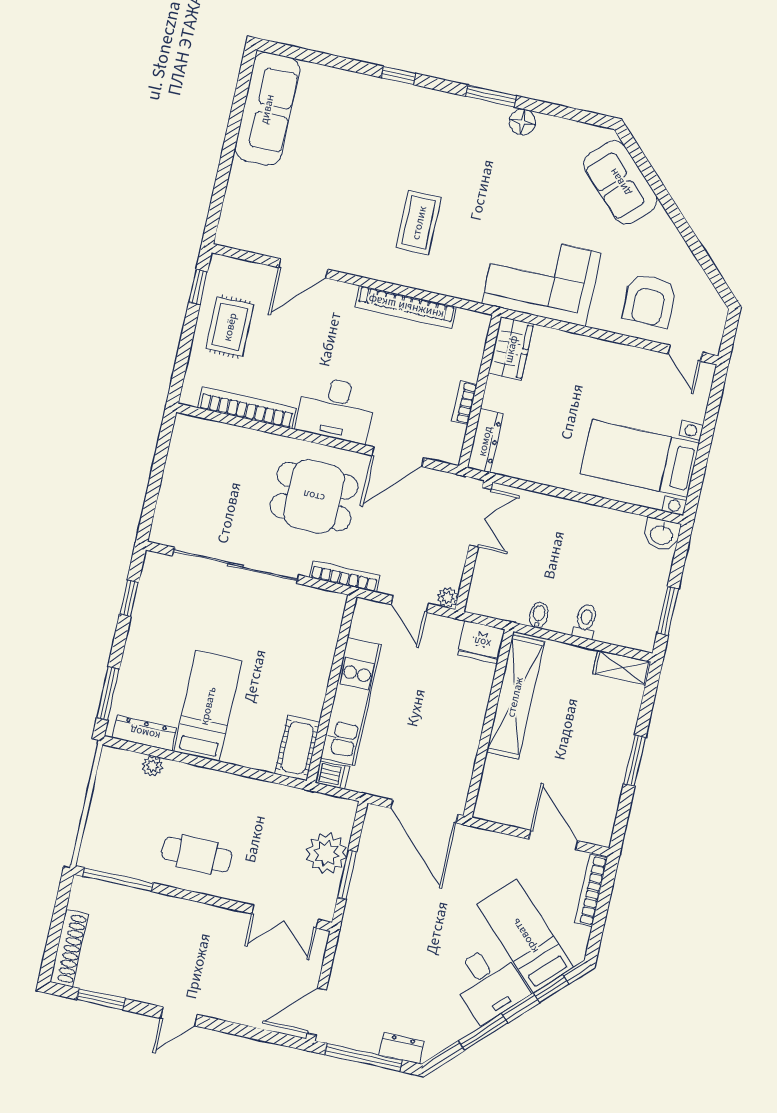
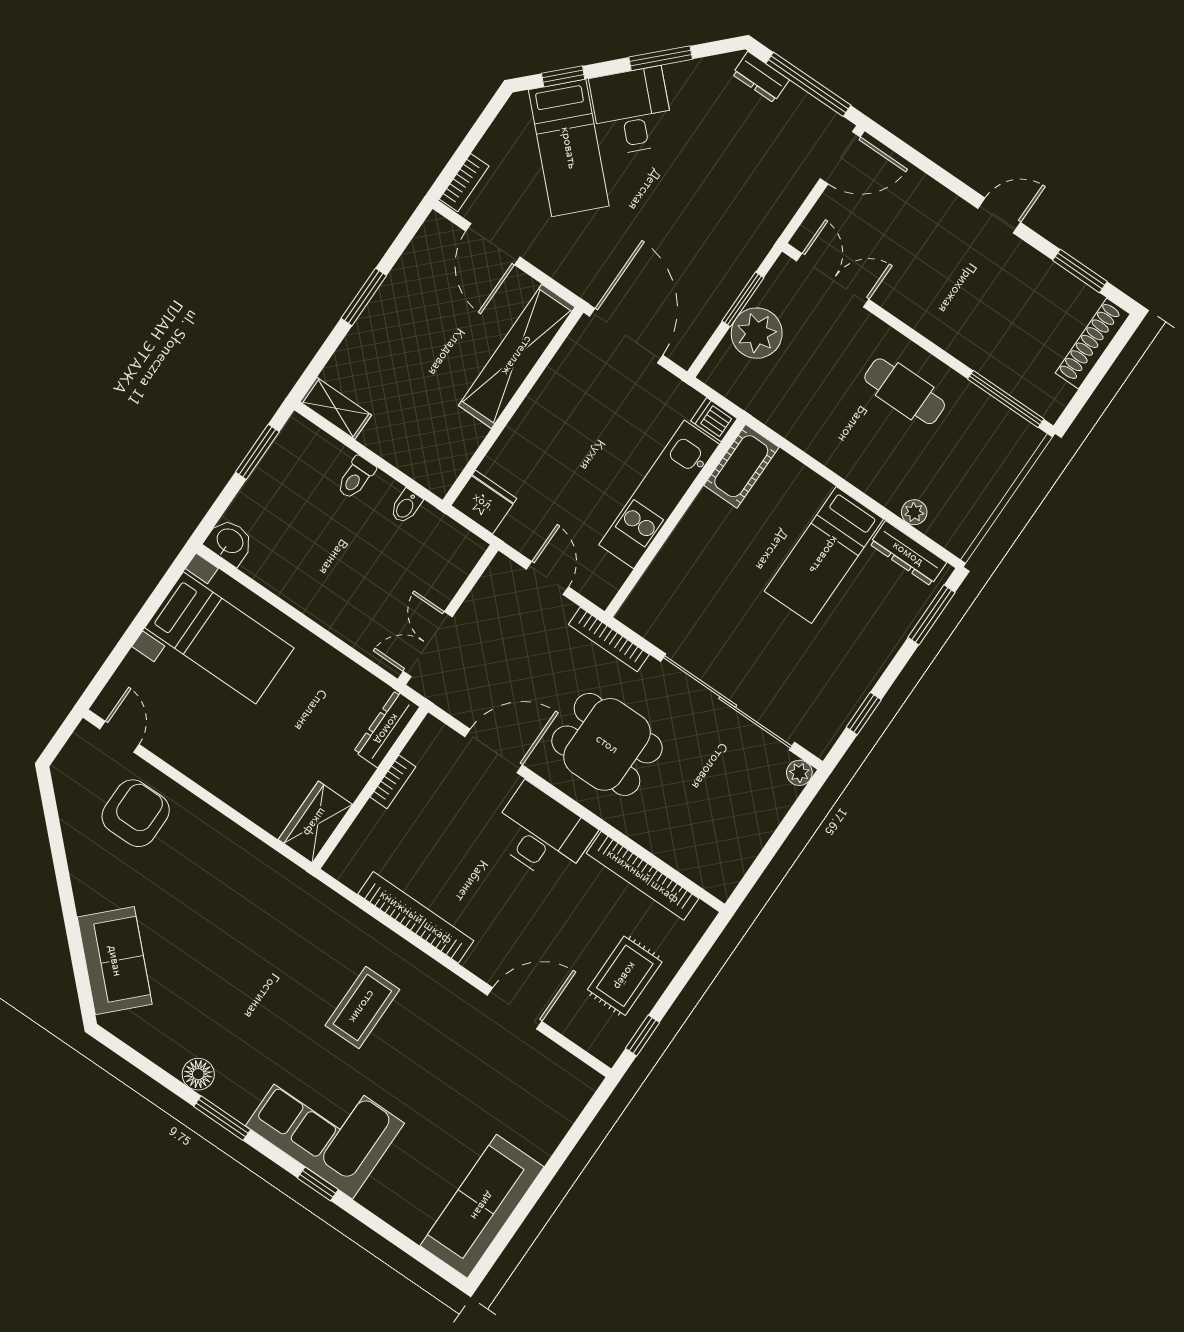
corner sofa: (541, 278) -> (325, 1124), moved, turned 180
plant: (448, 597) -> (799, 773), moved
shelving: (515, 697) -> (517, 356), moved
bookcase: (591, 890) -> (464, 183), width x0.64

